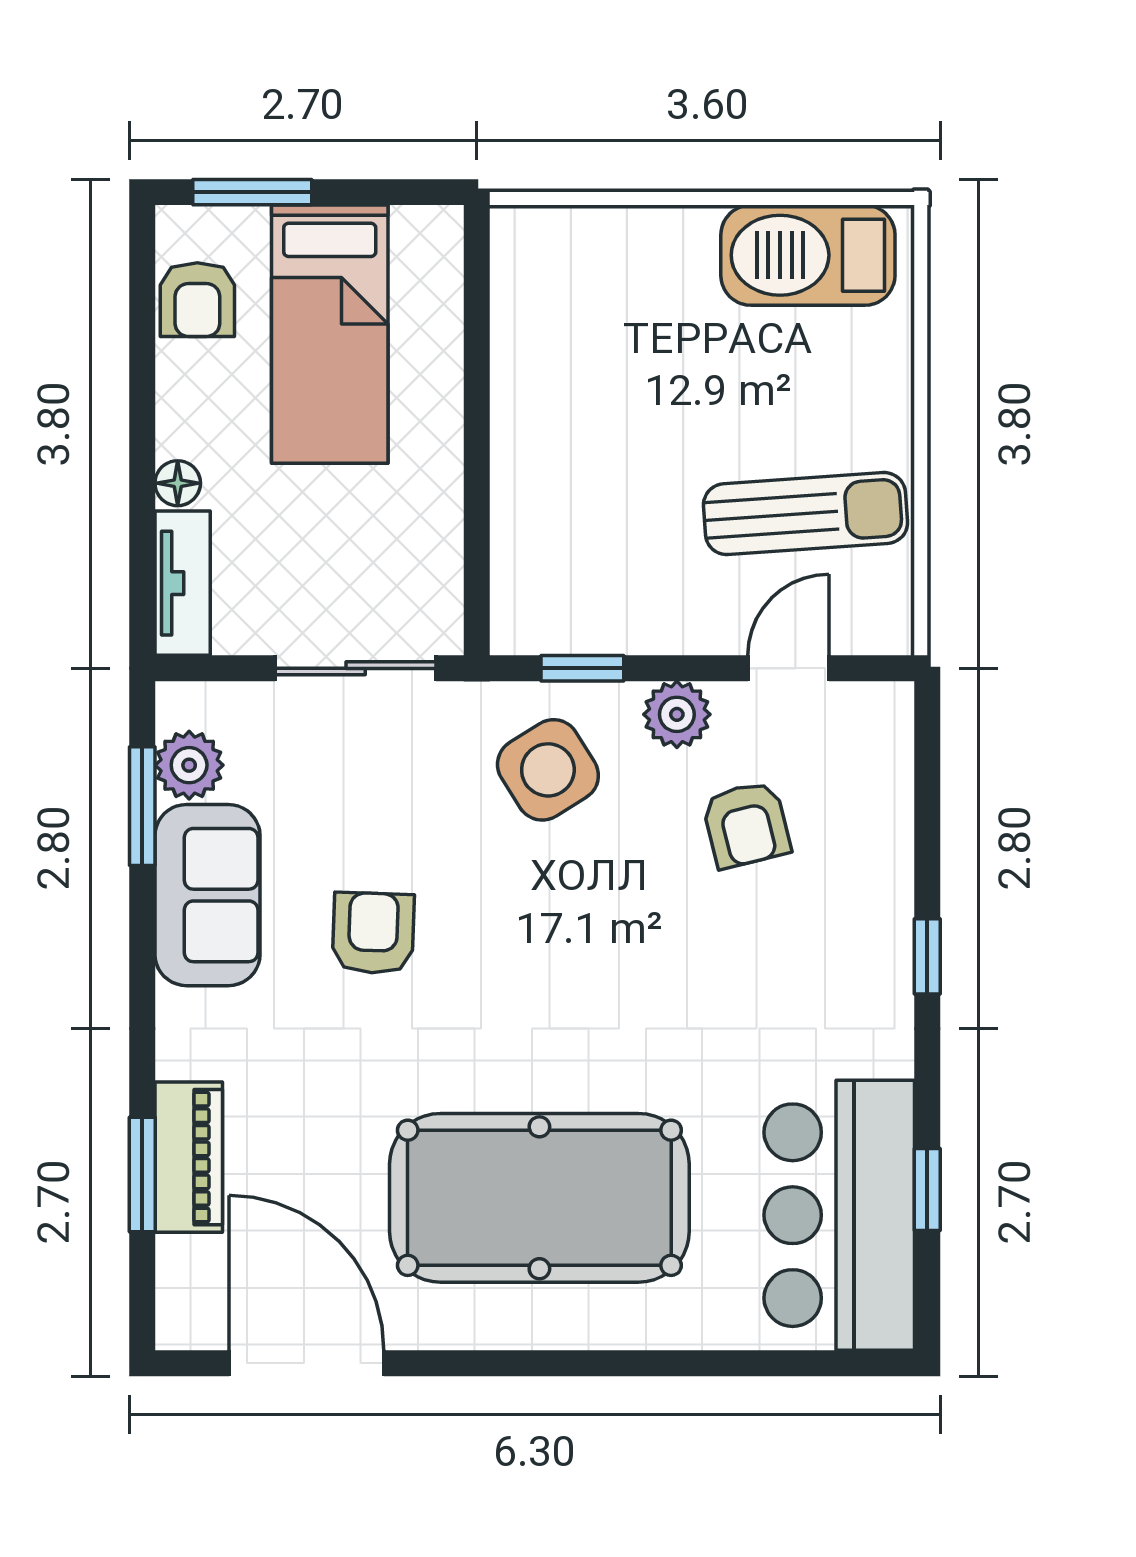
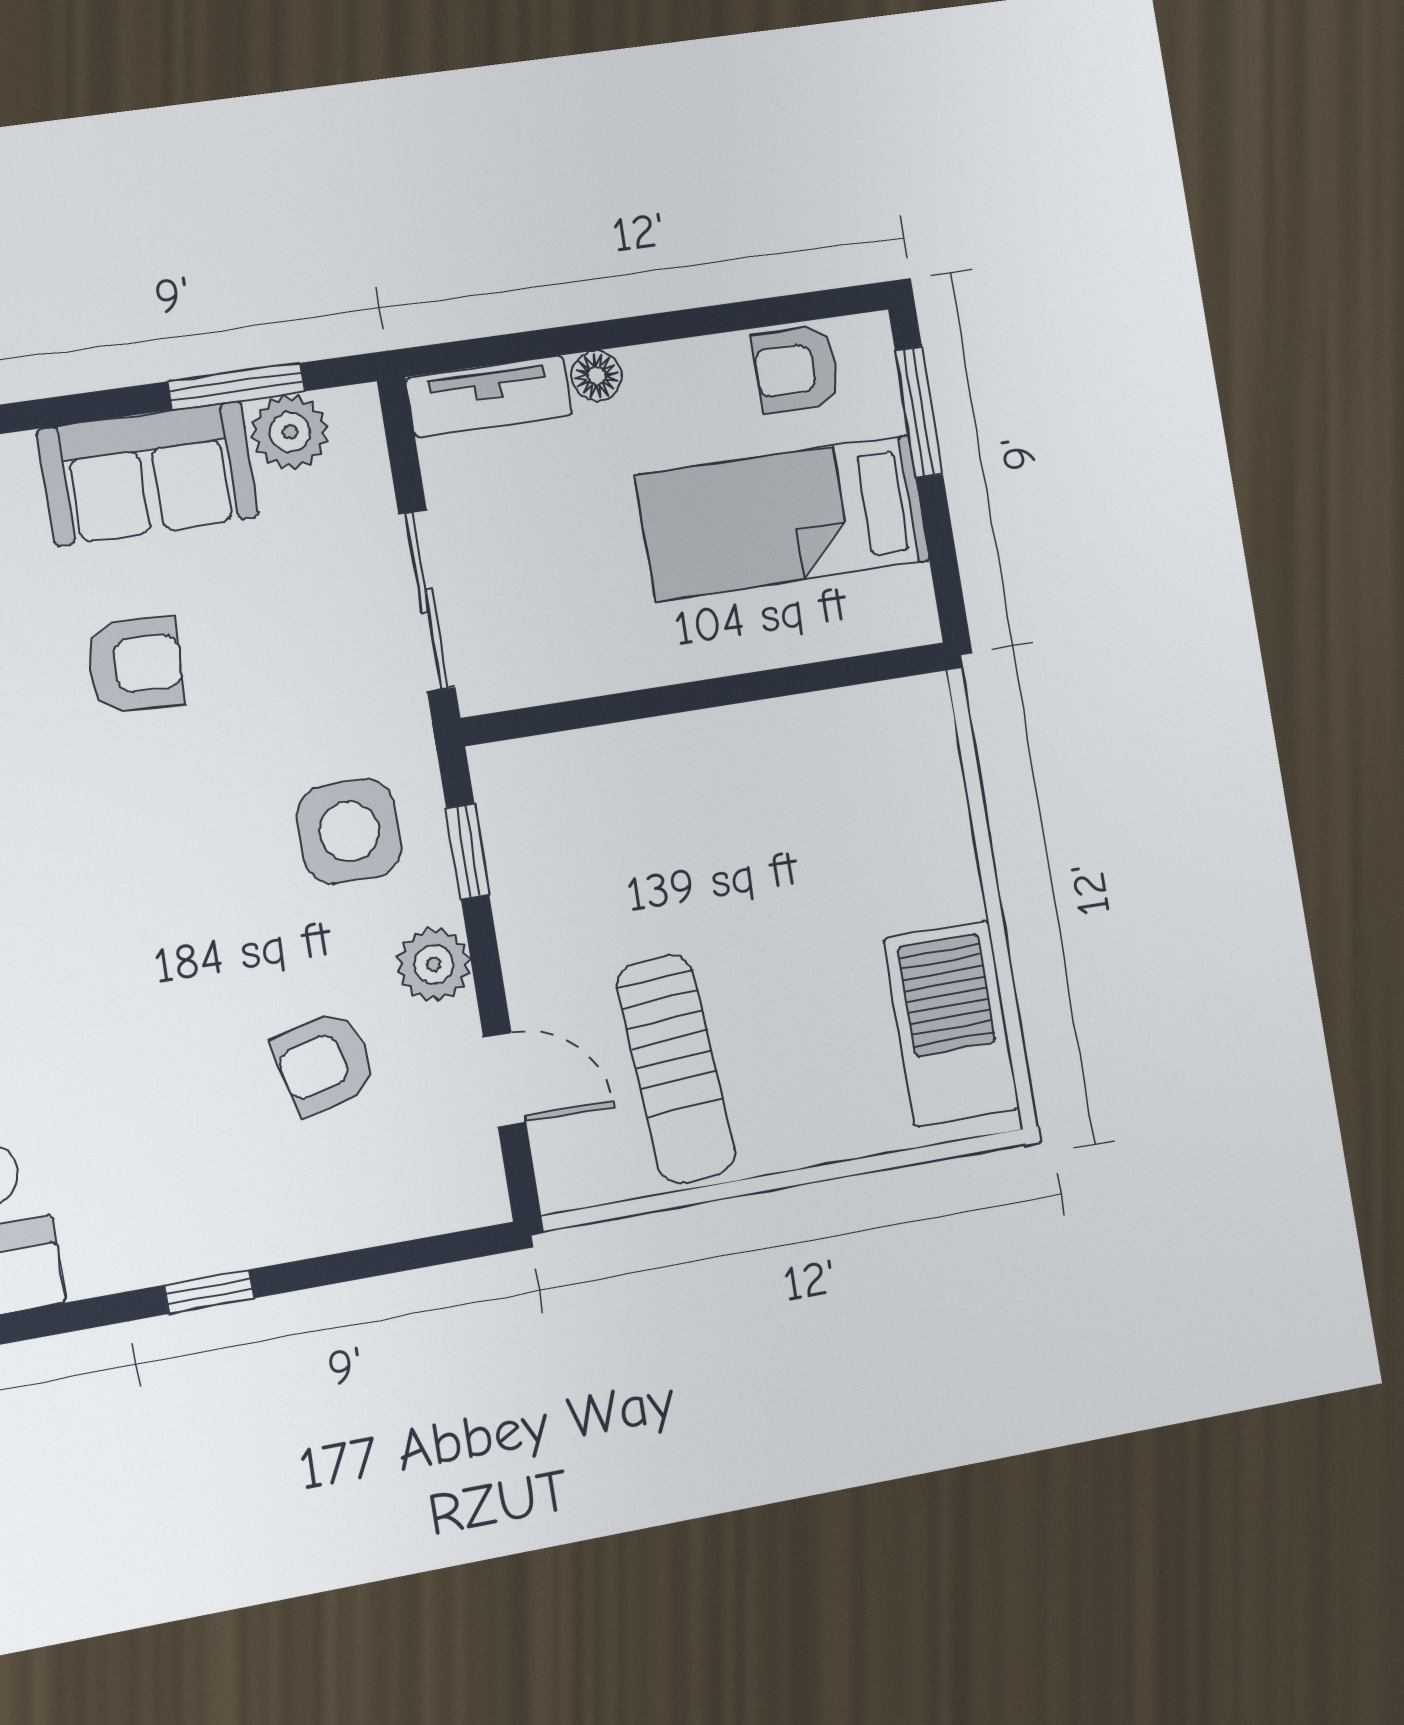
side table: (548, 770) -> (349, 831), turned 32

